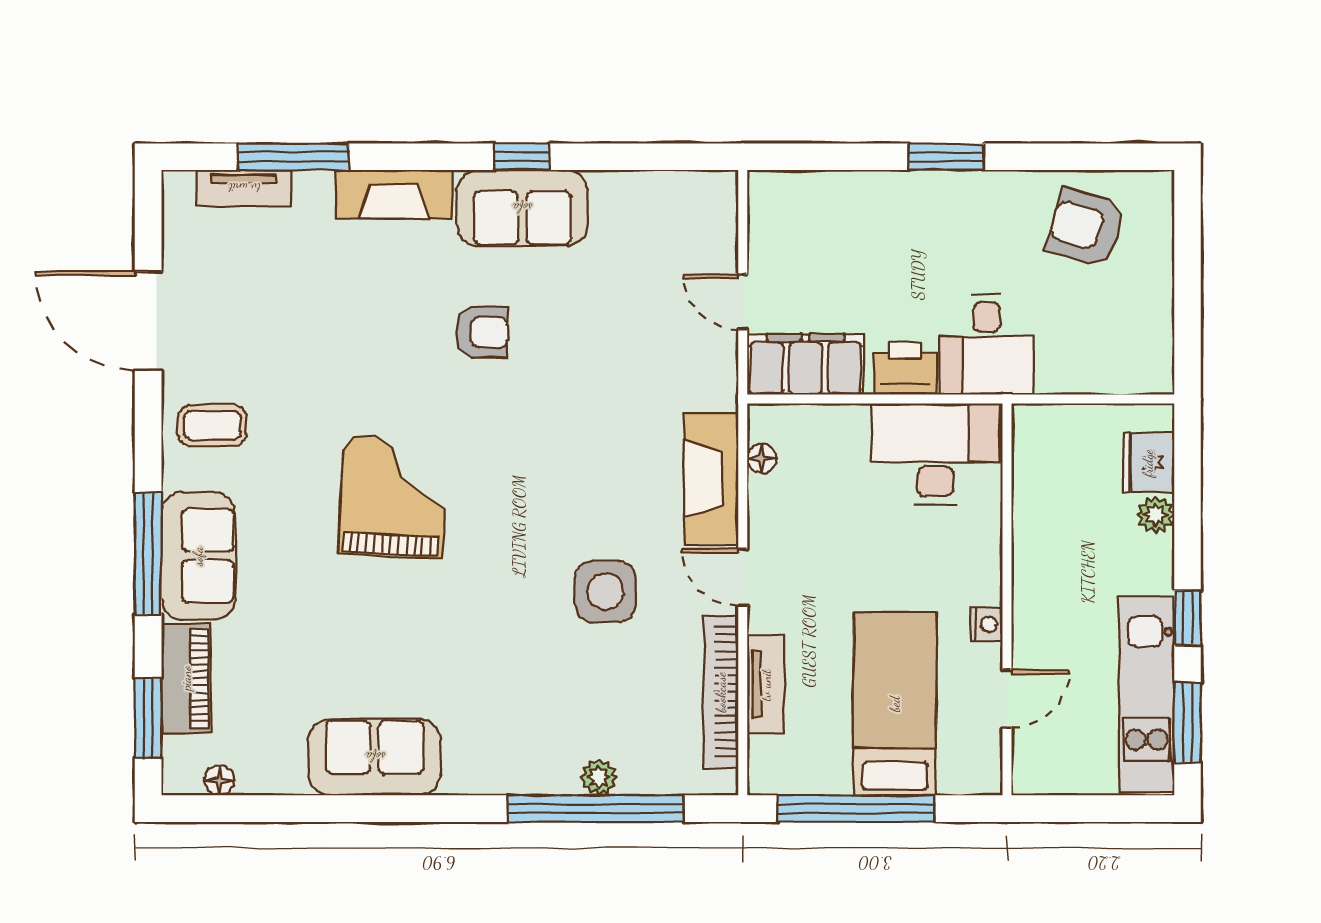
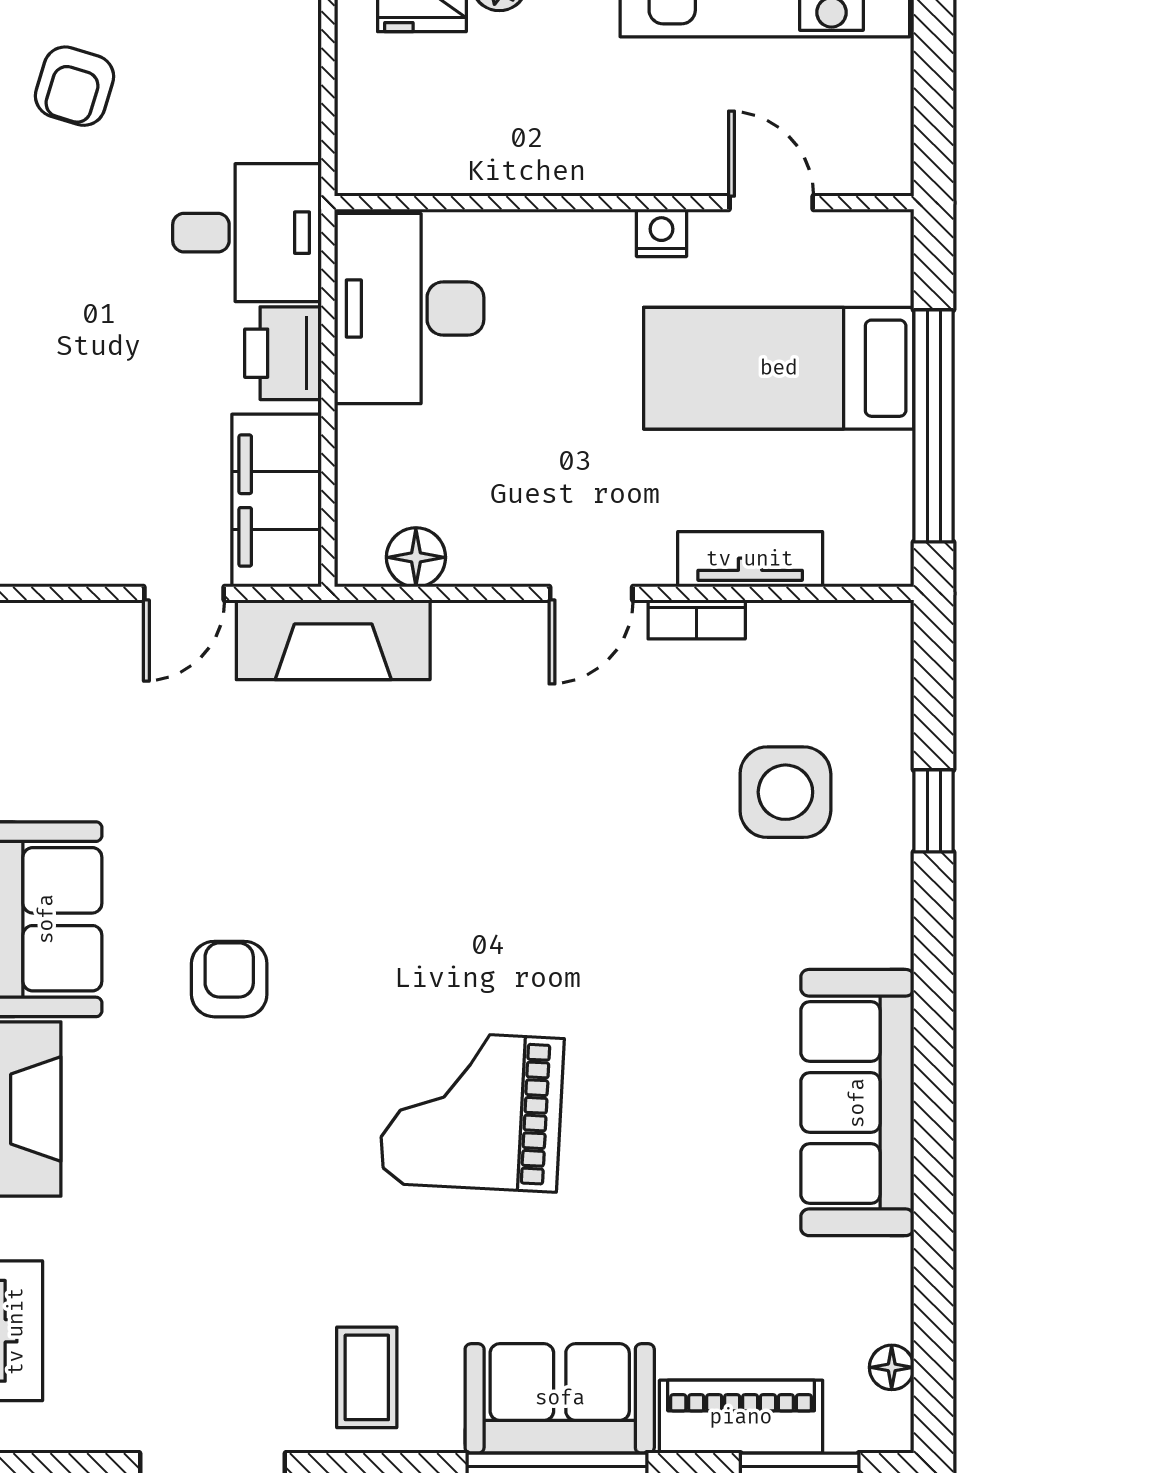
armchair: (1086, 228) -> (74, 86), width x0.72, depth x0.72
floor lamp: (762, 459) -> (416, 557), width x1.37, depth x1.37
fireplace: (711, 479) -> (333, 640), moved
side table: (605, 592) -> (785, 792), moved
bookcase: (721, 692) -> (697, 619), width x0.43, depth x0.76
sofa: (375, 757) -> (857, 1103), width x1.36
plant: (599, 777) -> (887, 806), removed
window: (596, 809) -> (934, 811), width x0.32

